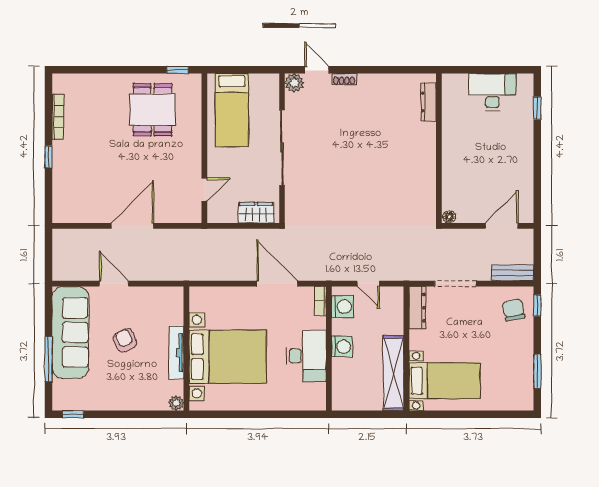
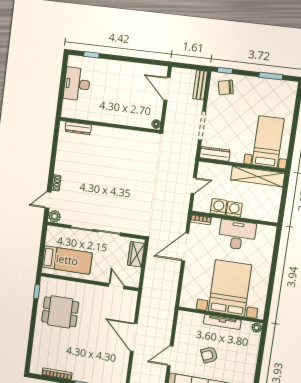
washing machine: (342, 307) -> (219, 207), moved

